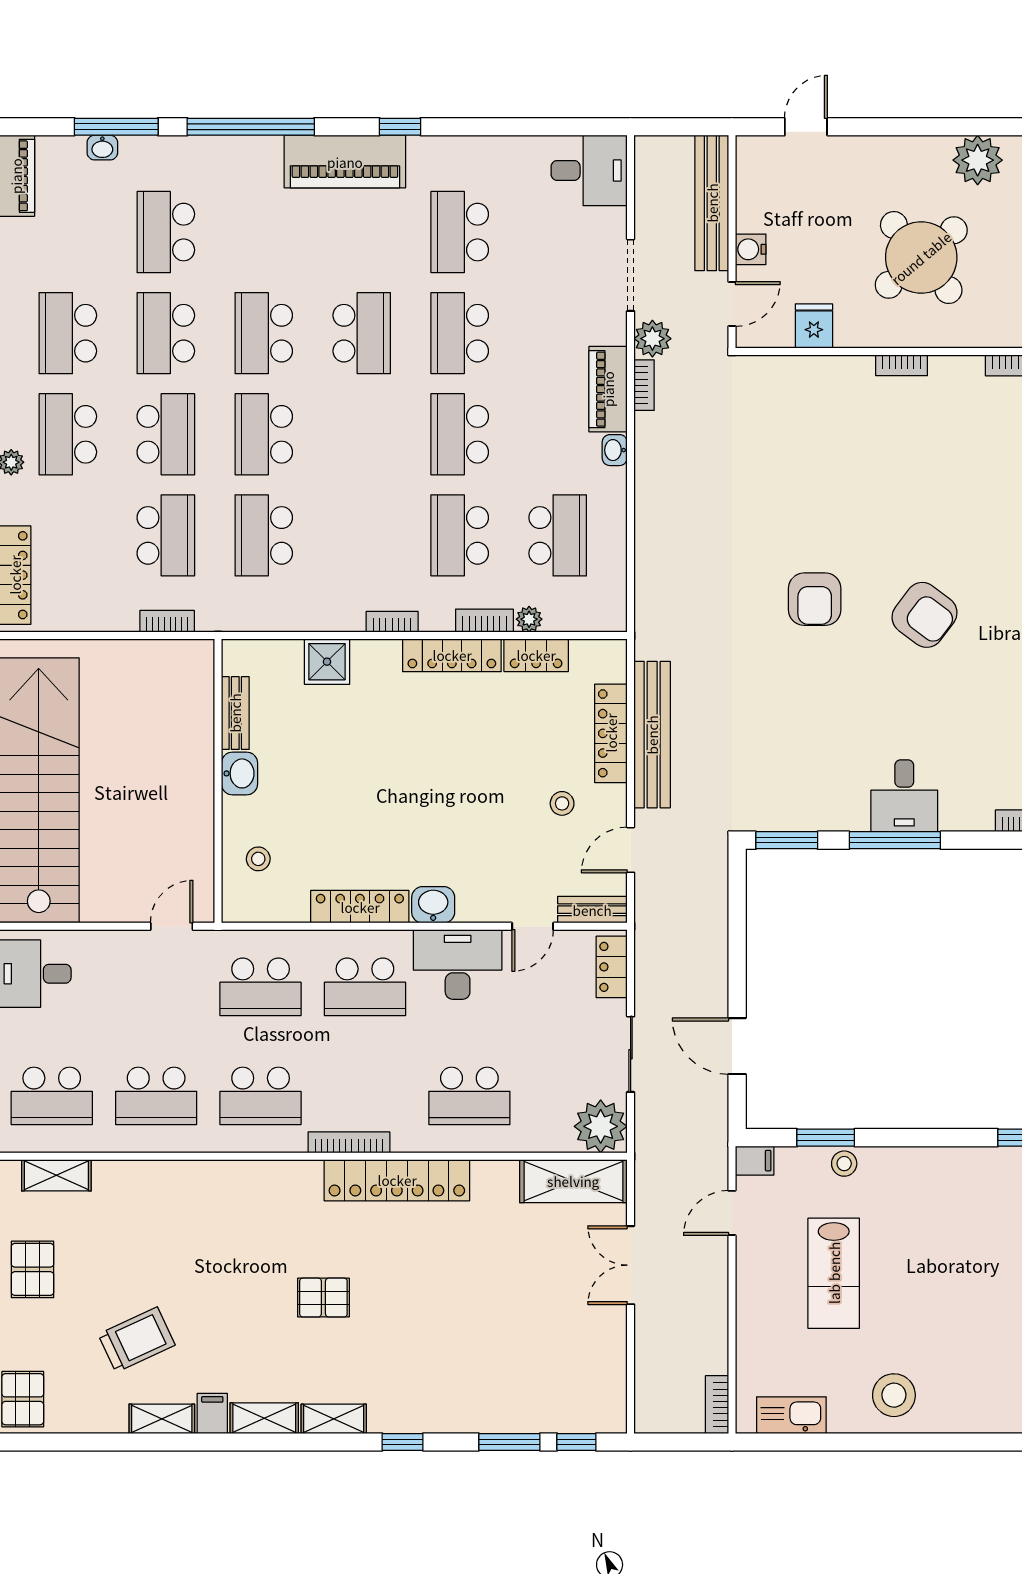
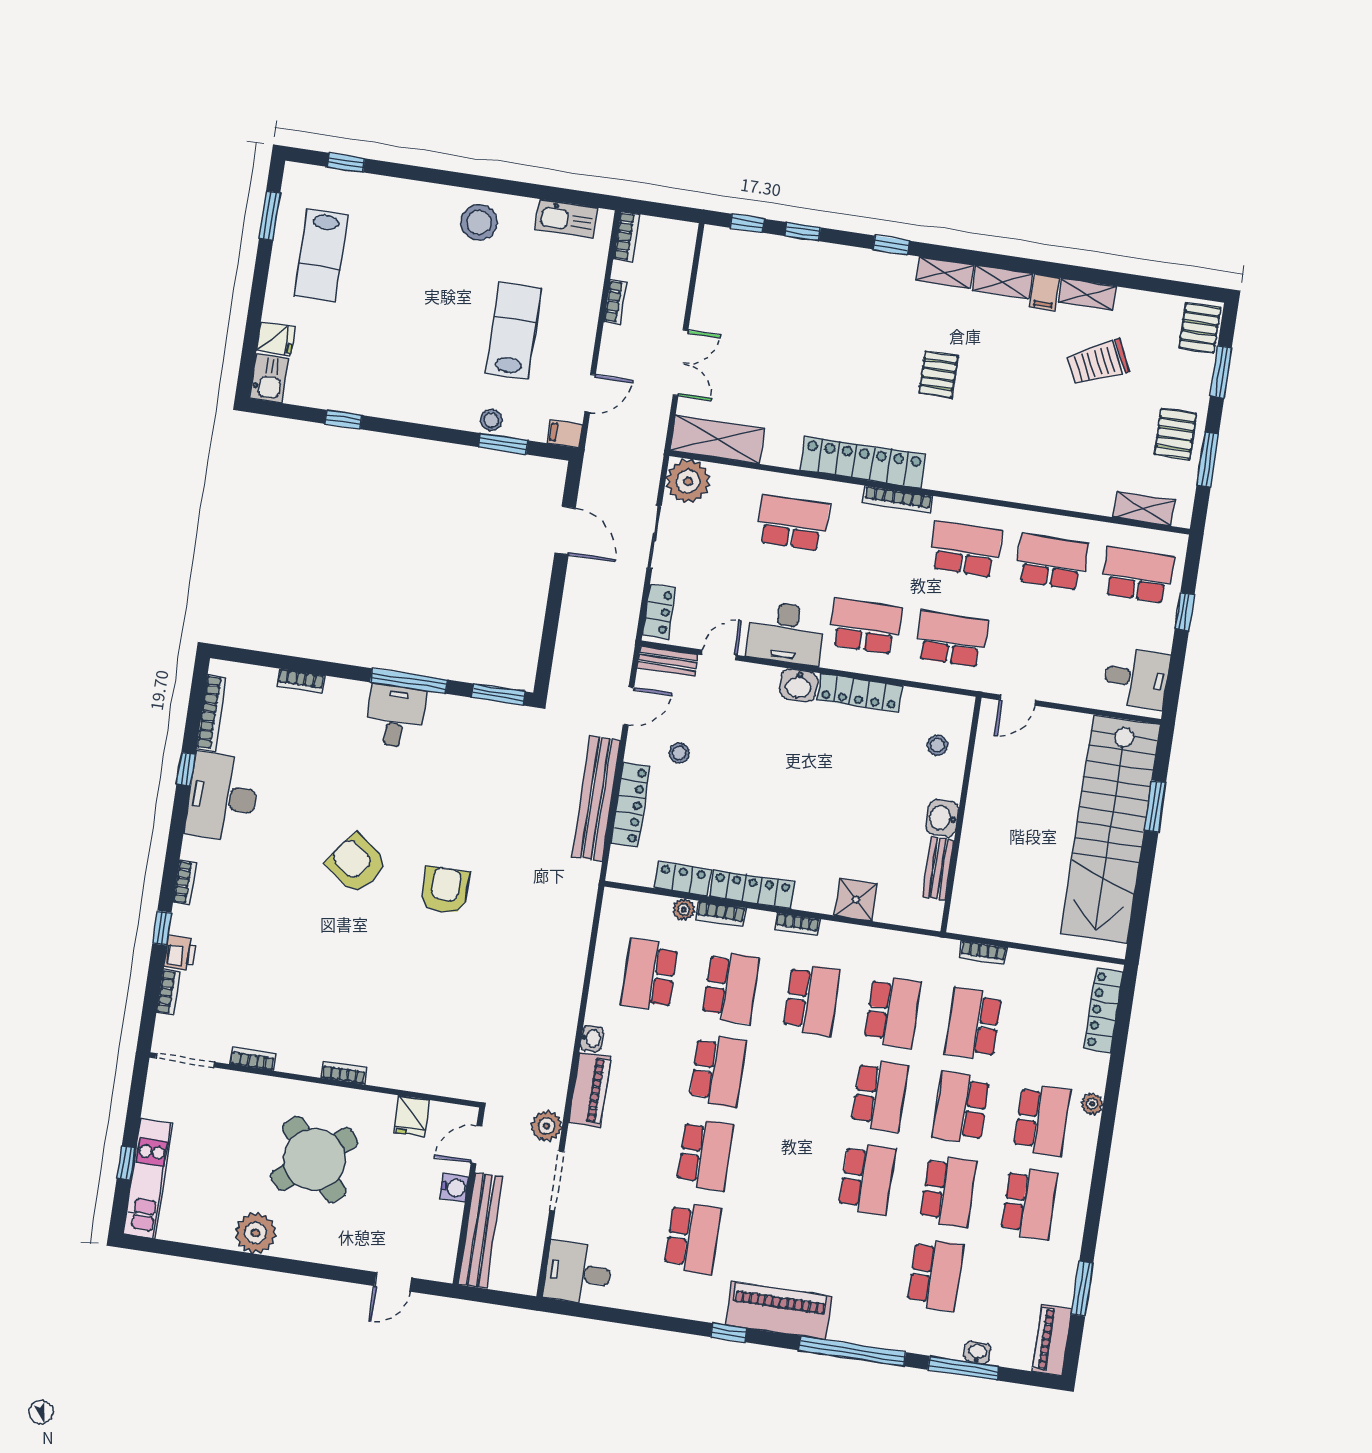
school desk: (362, 333) -> (811, 1000), moved, turned 180
bookcase: (644, 385) -> (615, 302), moved, turned 180
pallet: (323, 1298) -> (938, 374), turned 90
window: (509, 1442) -> (803, 232), width x0.67

